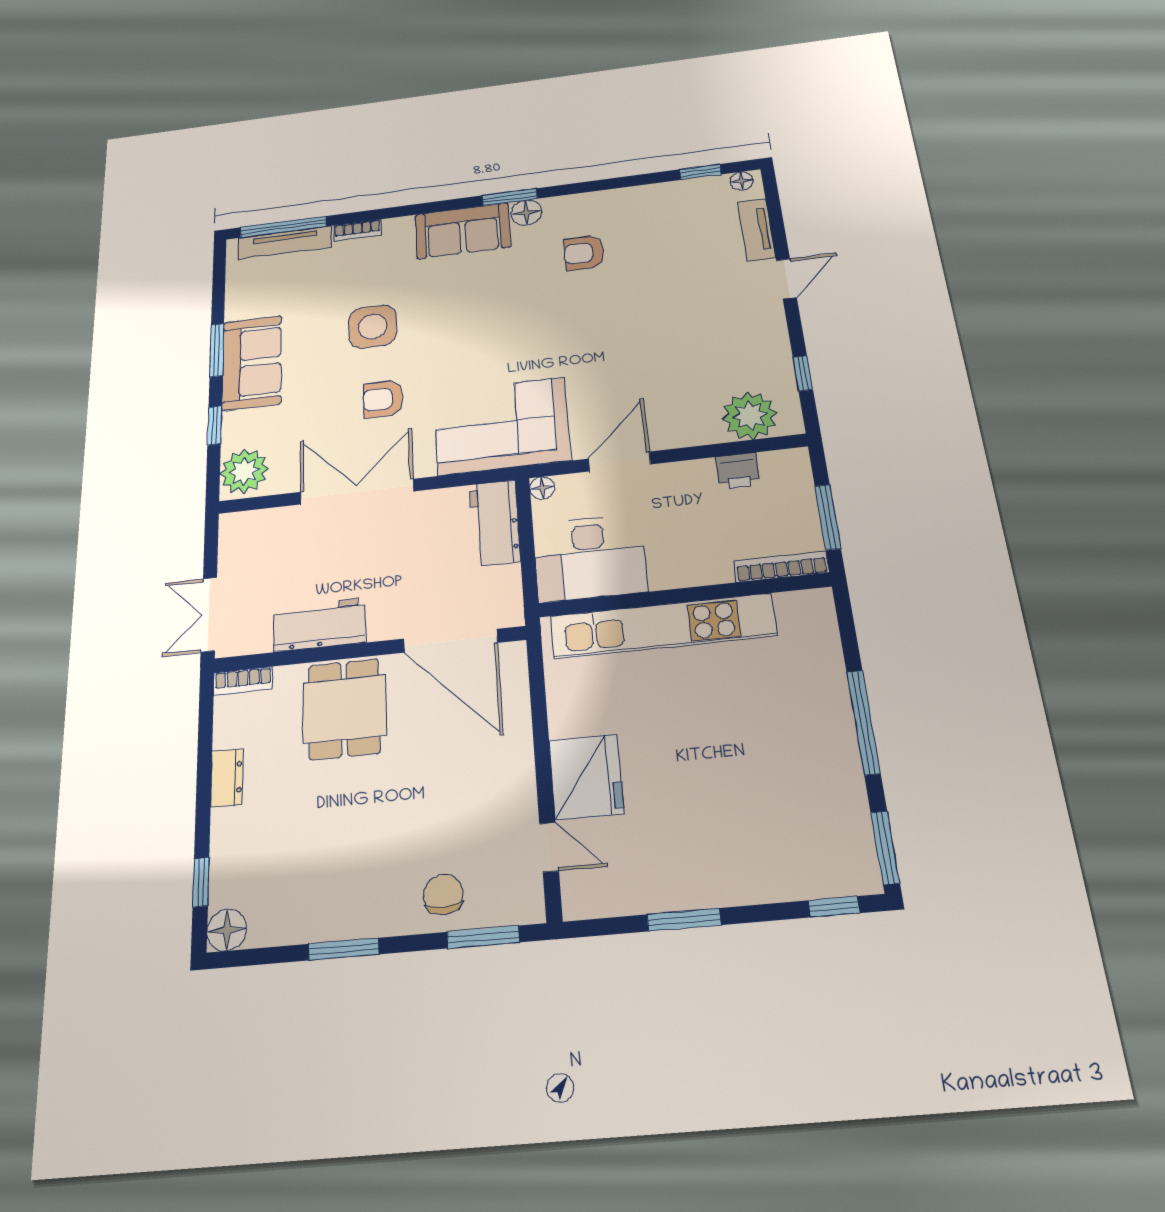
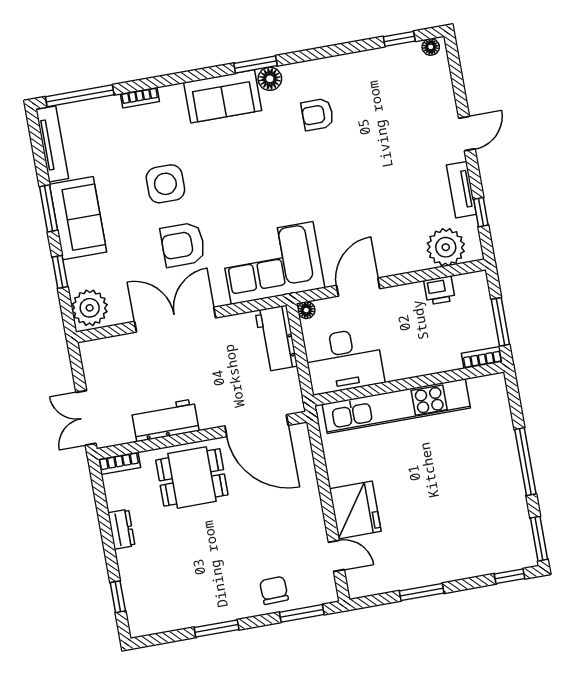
tv unit: (757, 230) -> (461, 190), moved
tv unit: (285, 242) -> (52, 144), moved, turned -90
armchair: (383, 399) -> (183, 245), width x1.38, depth x1.38
bookcase: (781, 567) -> (482, 357), width x0.64
dining table: (344, 709) -> (192, 477), turned 90
floor lamp: (227, 930) -> (141, 624), removed

